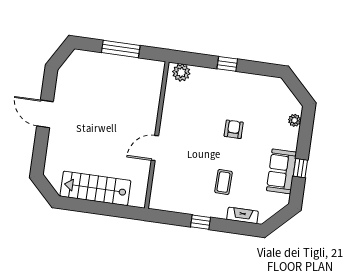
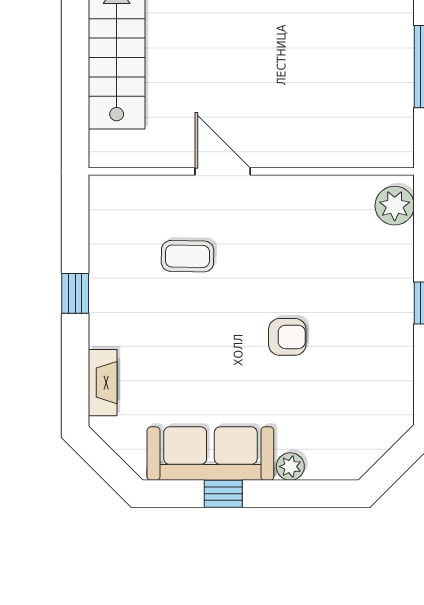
plant: (295, 120) -> (290, 467), moved
sofa: (281, 171) -> (210, 454), width x1.36
coffee table: (223, 182) -> (187, 256), moved

